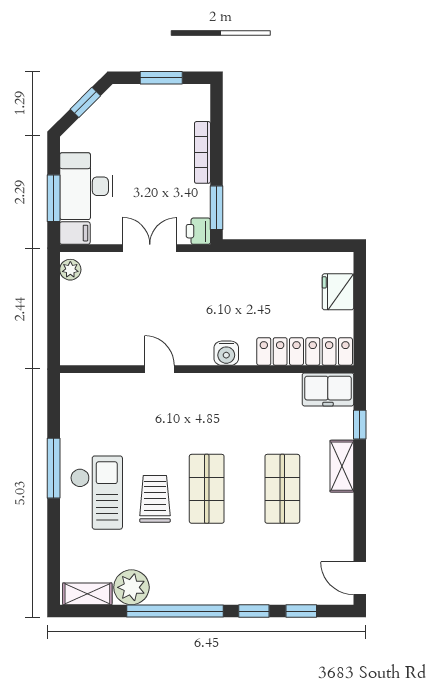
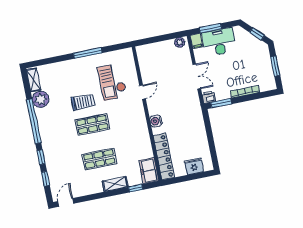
checkout: (96, 493) -> (112, 82), moved, turned 90

